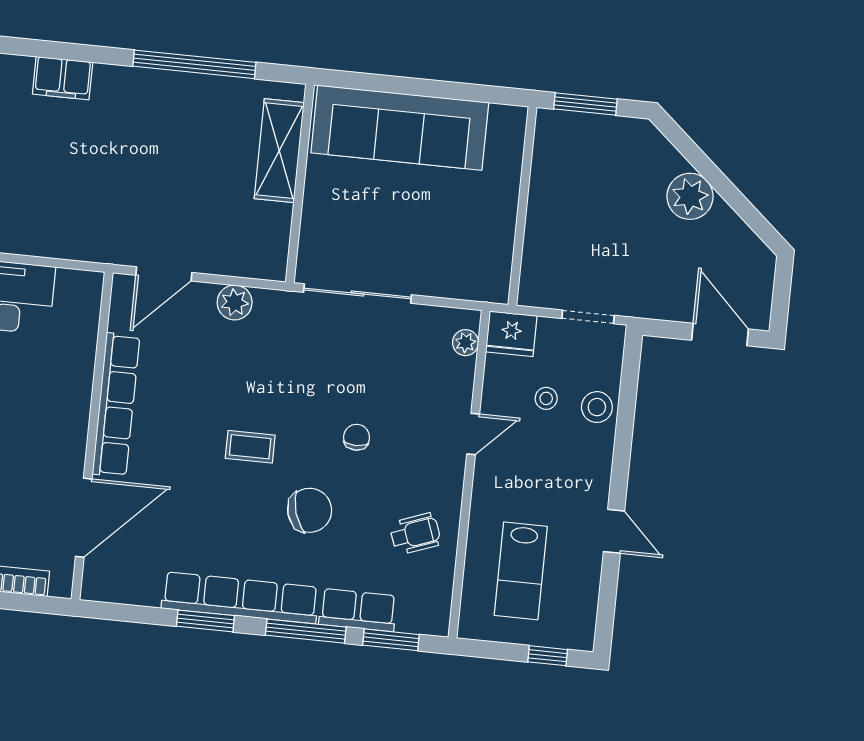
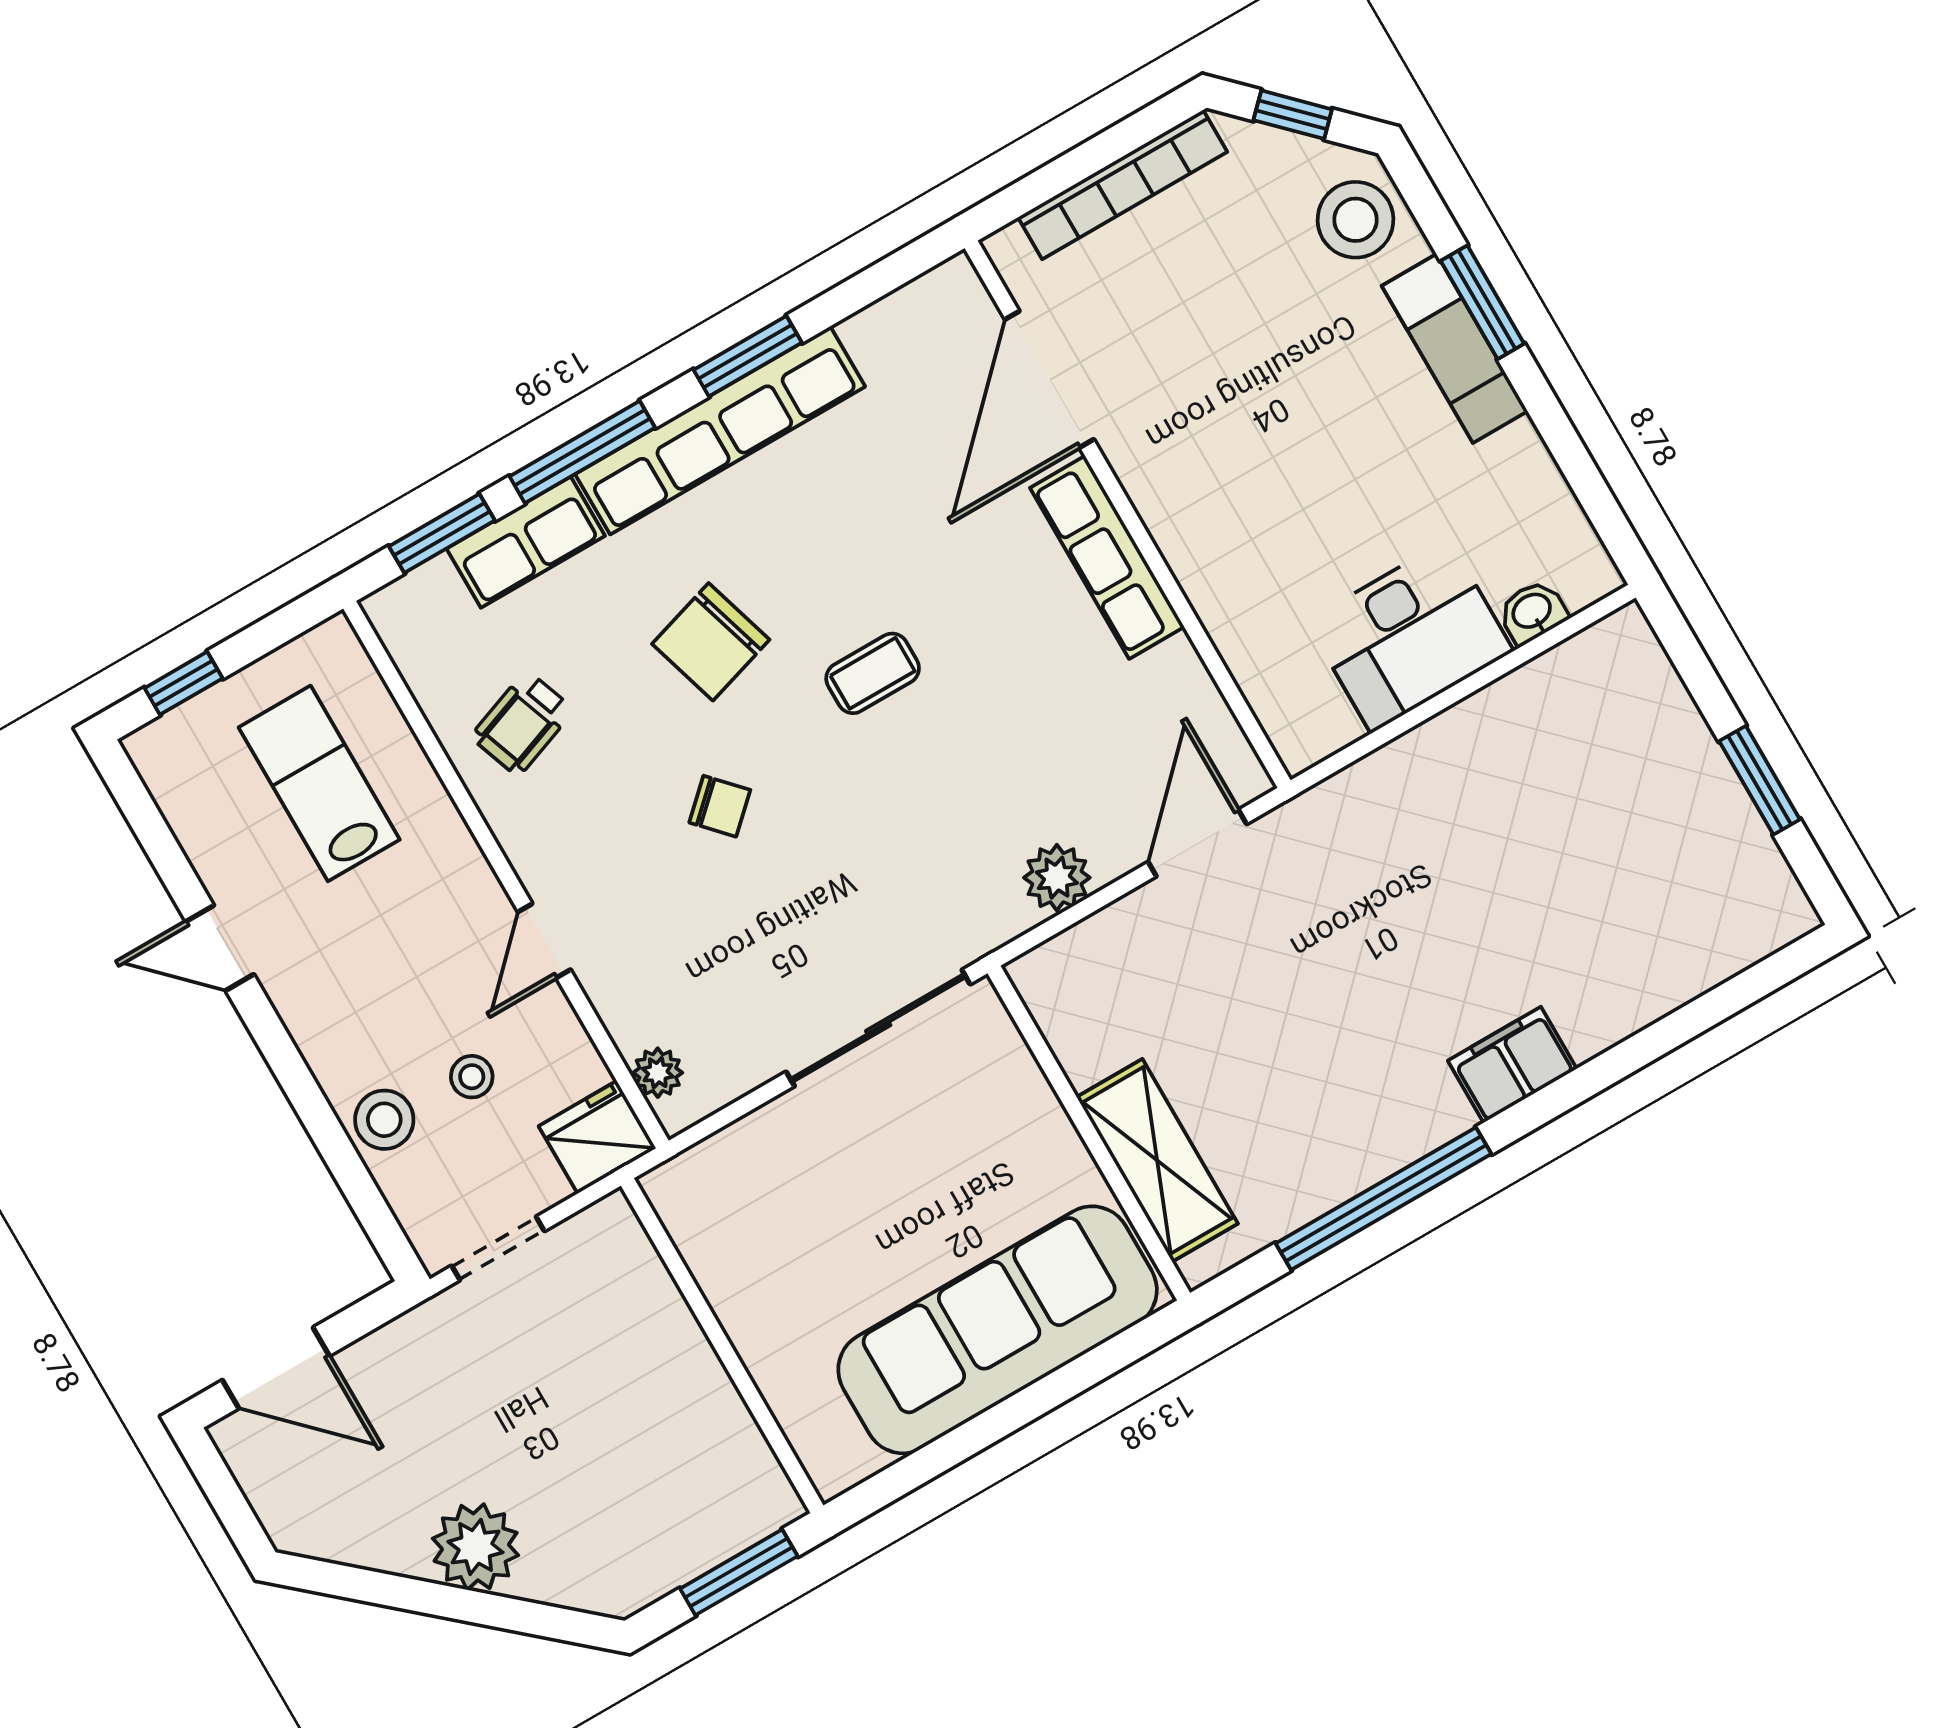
filing cabinet: (63, 78) -> (1512, 1065), moved
row of seats: (116, 405) -> (1107, 557), width x0.73
chair: (357, 437) -> (720, 806), turned -43

